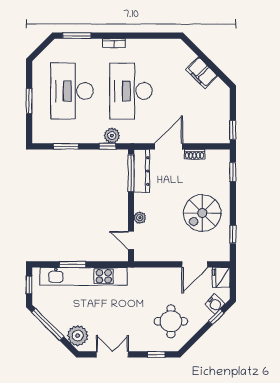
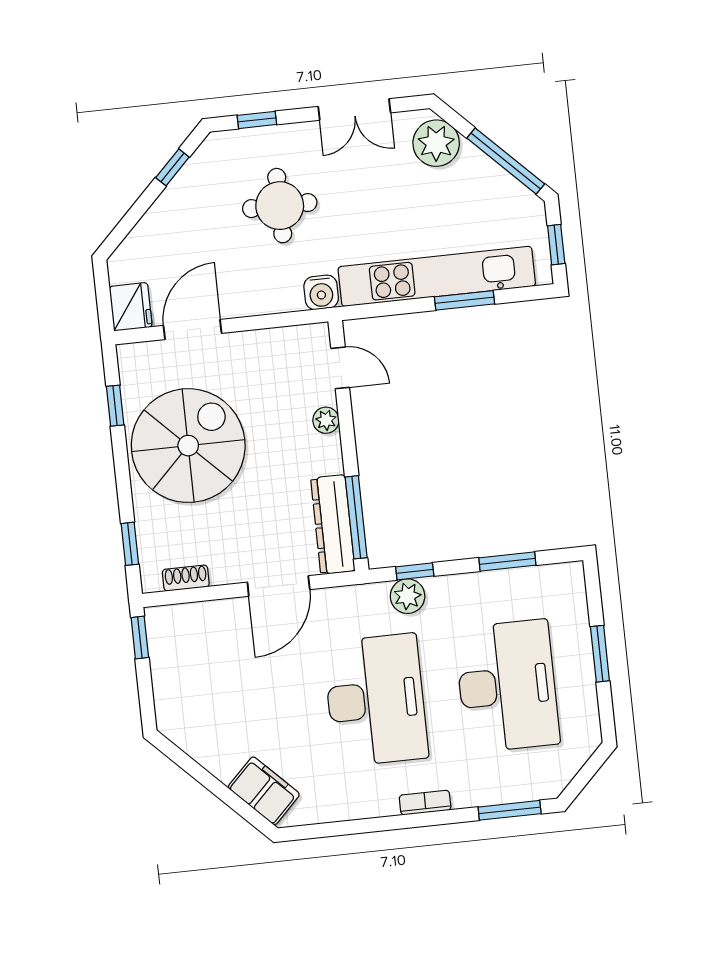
filing cabinet: (202, 73) -> (264, 791), moved
shoe rack: (194, 154) -> (186, 578), moved
spiral stairs: (202, 213) -> (188, 446), width x1.37, depth x1.37
water cooler: (215, 304) -> (321, 292), moved, turned -135
window: (216, 317) -> (172, 167), moved
round table: (171, 321) -> (280, 206), moved

